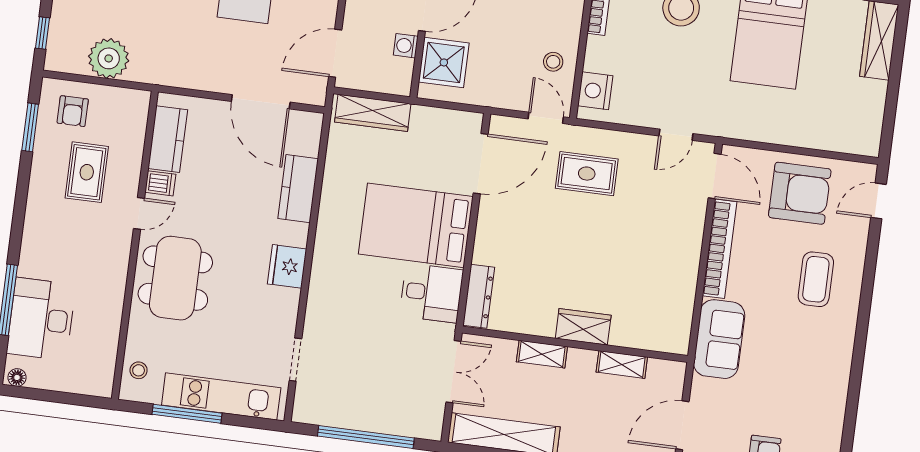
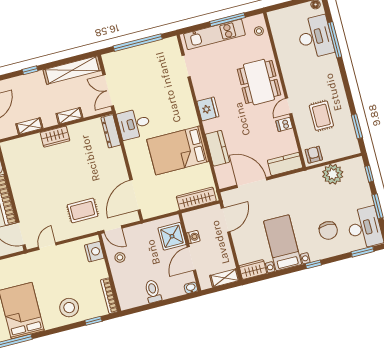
armchair: (73, 111) -> (314, 155), moved
kitchen counter: (168, 139) -> (285, 164), moved, turned 90
bed: (416, 225) -> (178, 150), moved, turned 180

